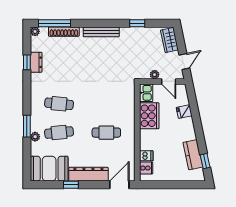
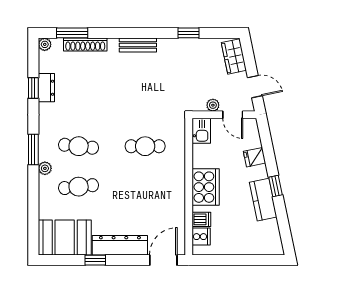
window: (54, 23) -> (72, 33), width x0.69
bench: (101, 32) -> (138, 45), width x0.73
door: (184, 61) -> (255, 87), hinge flipped
cooker: (149, 116) -> (206, 187), moved
window: (27, 126) -> (33, 150), moved
cafe table: (106, 133) -> (145, 146), moved
plant: (35, 137) -> (45, 168), moved
kitchen counter: (193, 155) -> (263, 200), moved
window: (205, 161) -> (276, 186), moved

